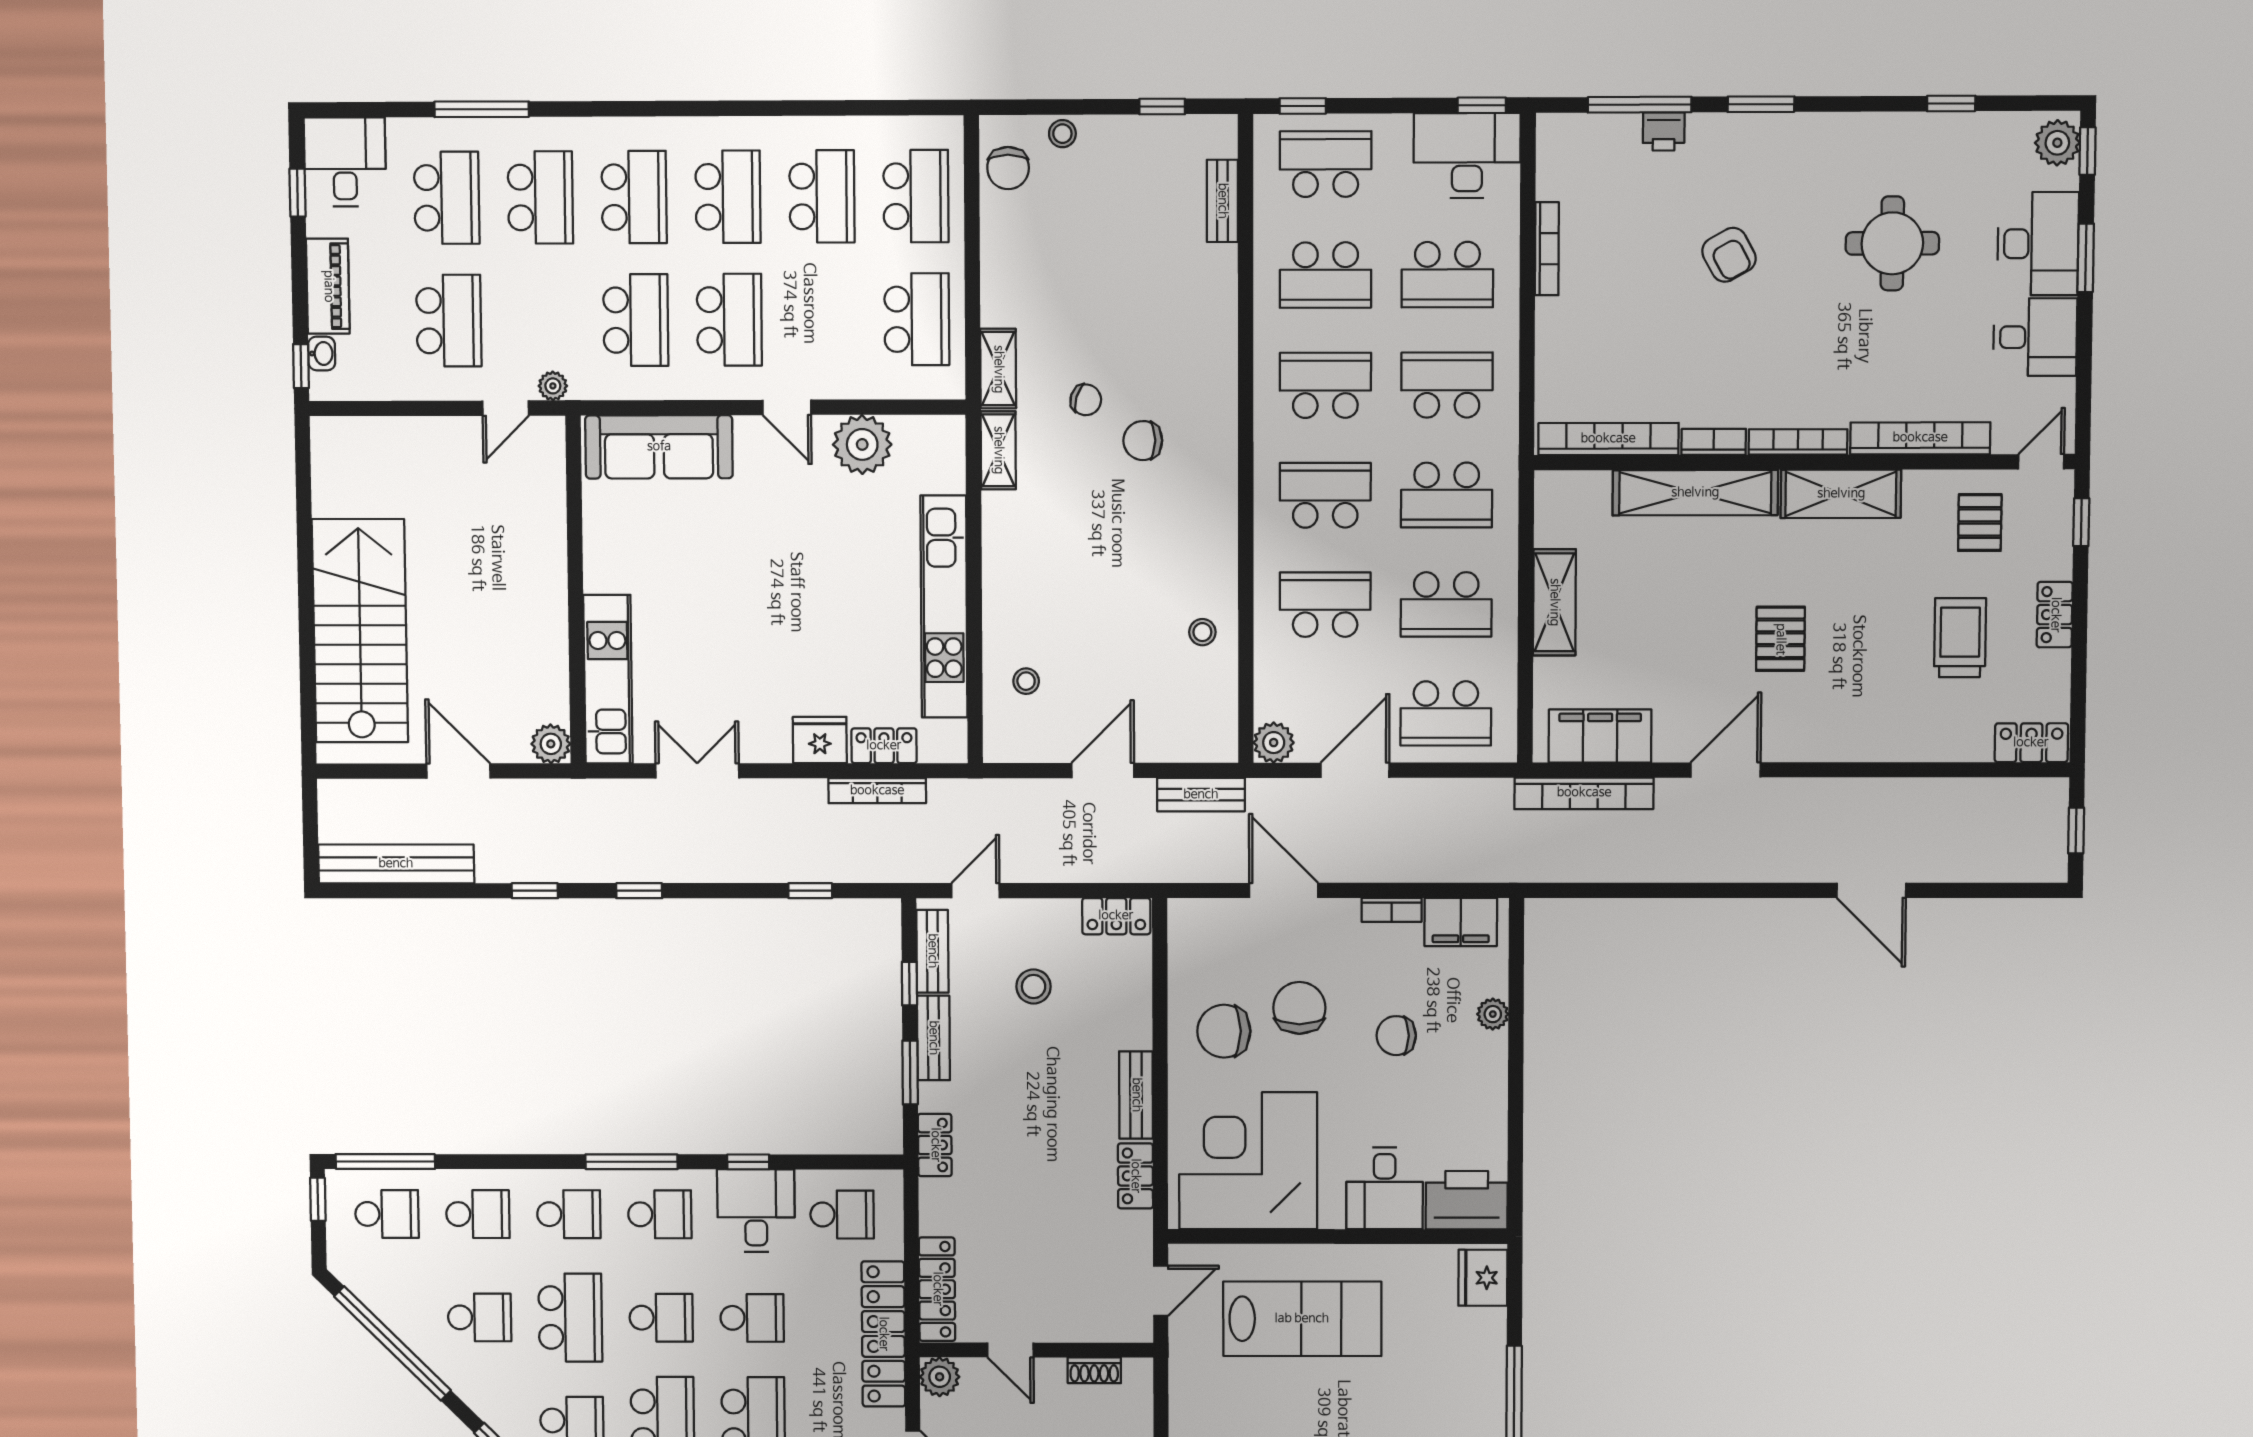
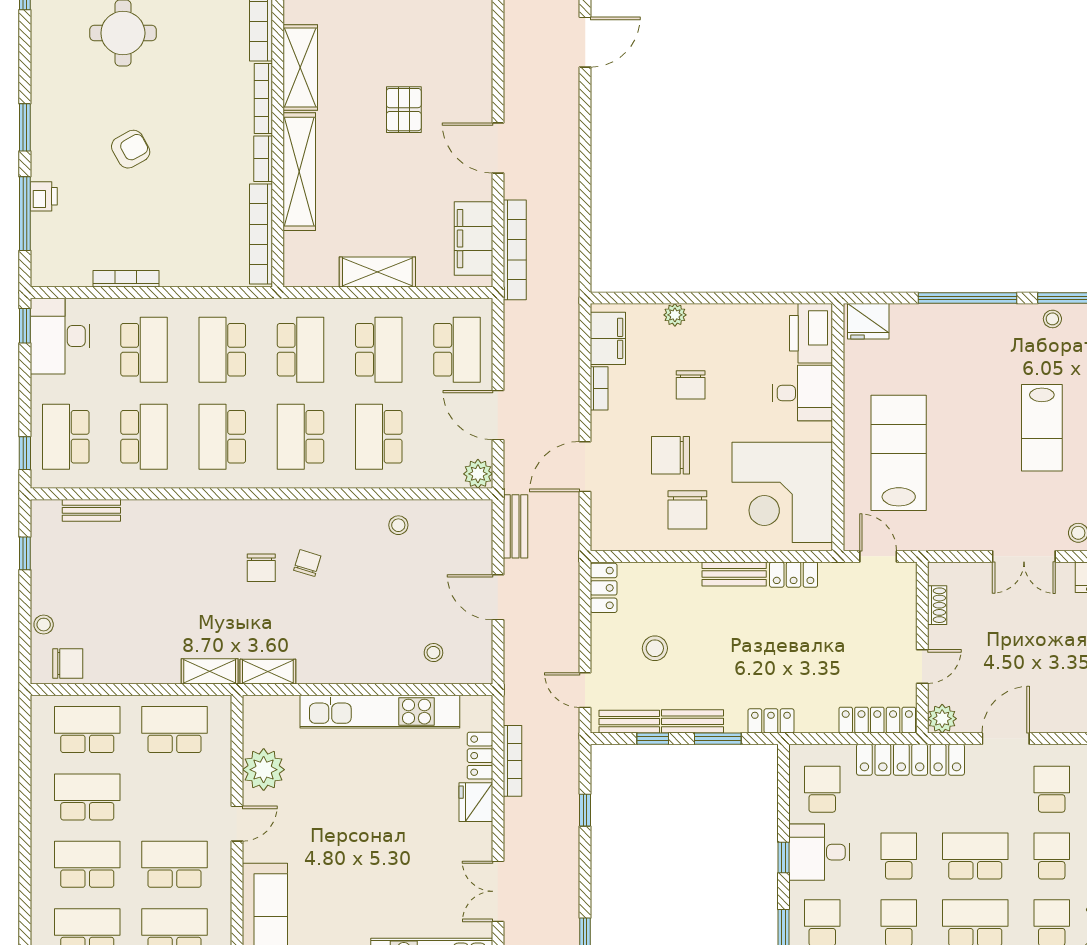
chair: (1086, 400) -> (307, 563), moved
pallet: (1780, 639) -> (404, 110), turned 90

